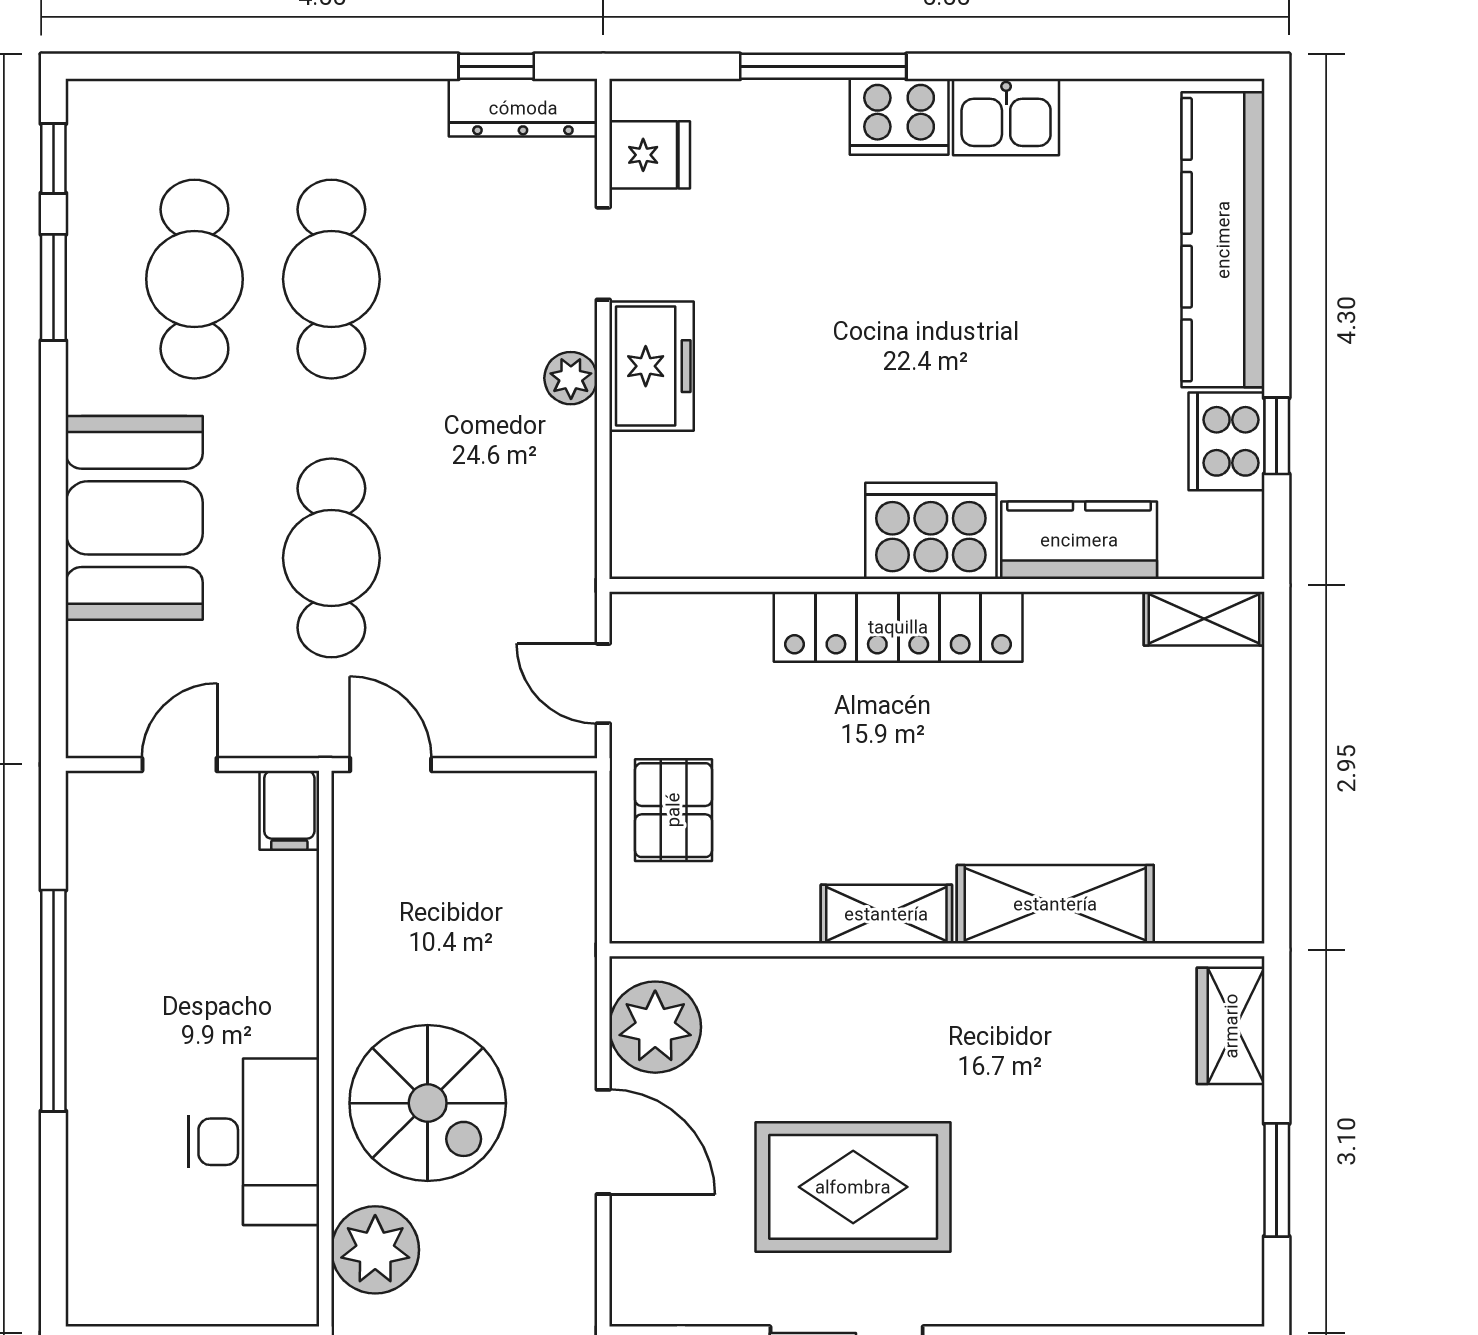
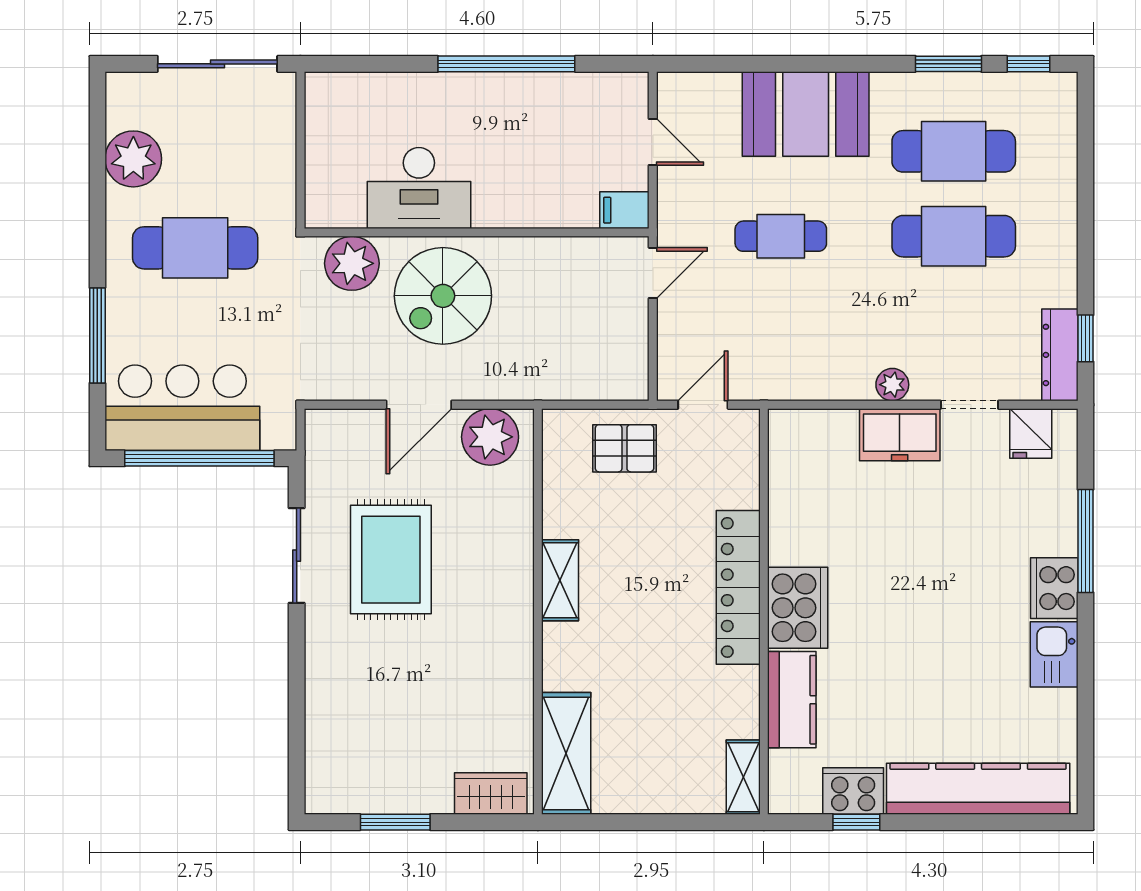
cafe table: (331, 558) -> (781, 236), width x0.73, depth x0.74
shelving: (1055, 904) -> (566, 753), moved

